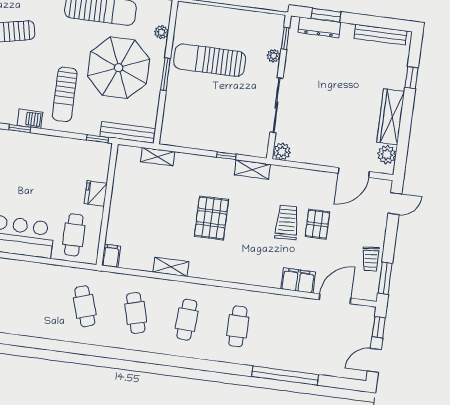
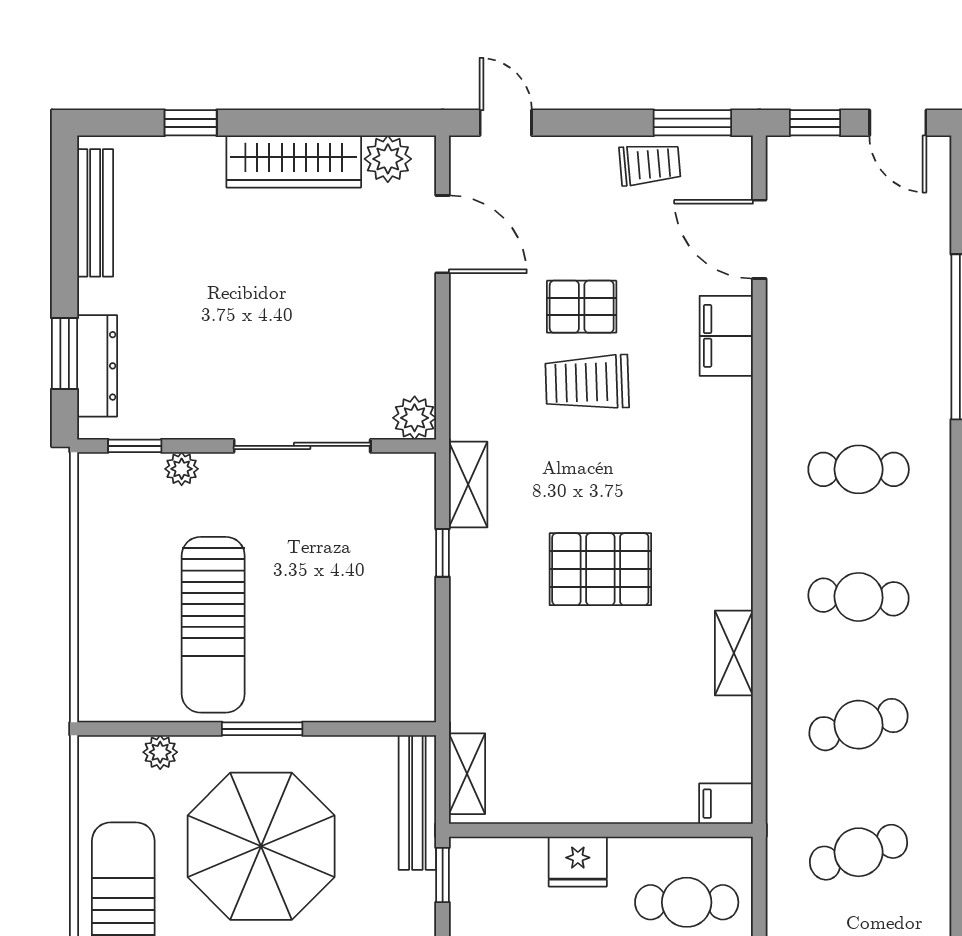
shelving: (158, 157) -> (467, 774), moved

